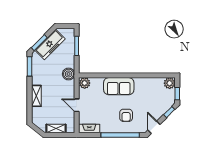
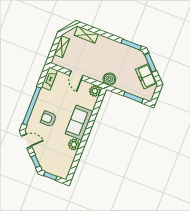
freezer: (50, 45) -> (146, 76), width x0.71
plant: (170, 83) -> (74, 144), moved
shelving: (36, 96) -> (86, 35), moved
door: (77, 105) -> (76, 75), swing flipped

